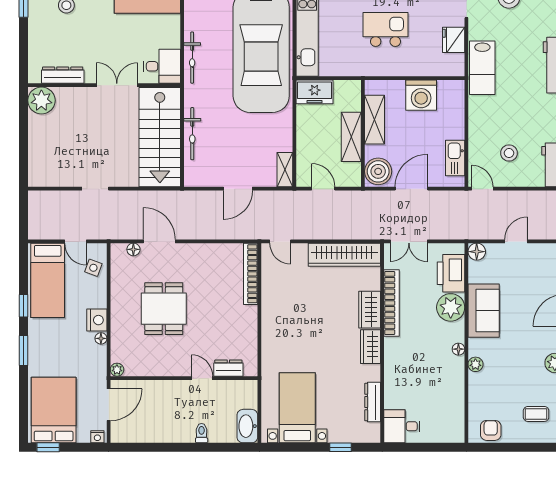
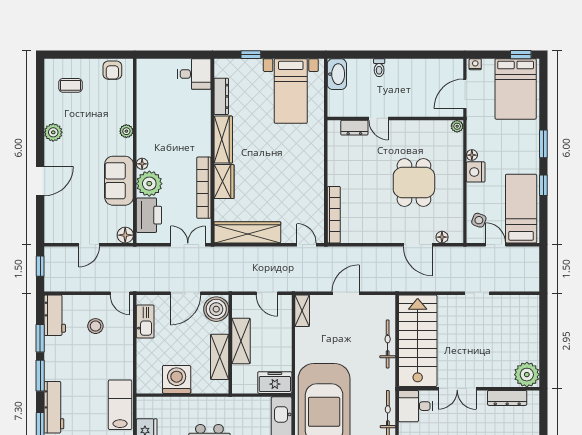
wardrobe: (371, 347) -> (223, 140), width x1.50
floor lamp: (458, 349) -> (142, 164), moved

